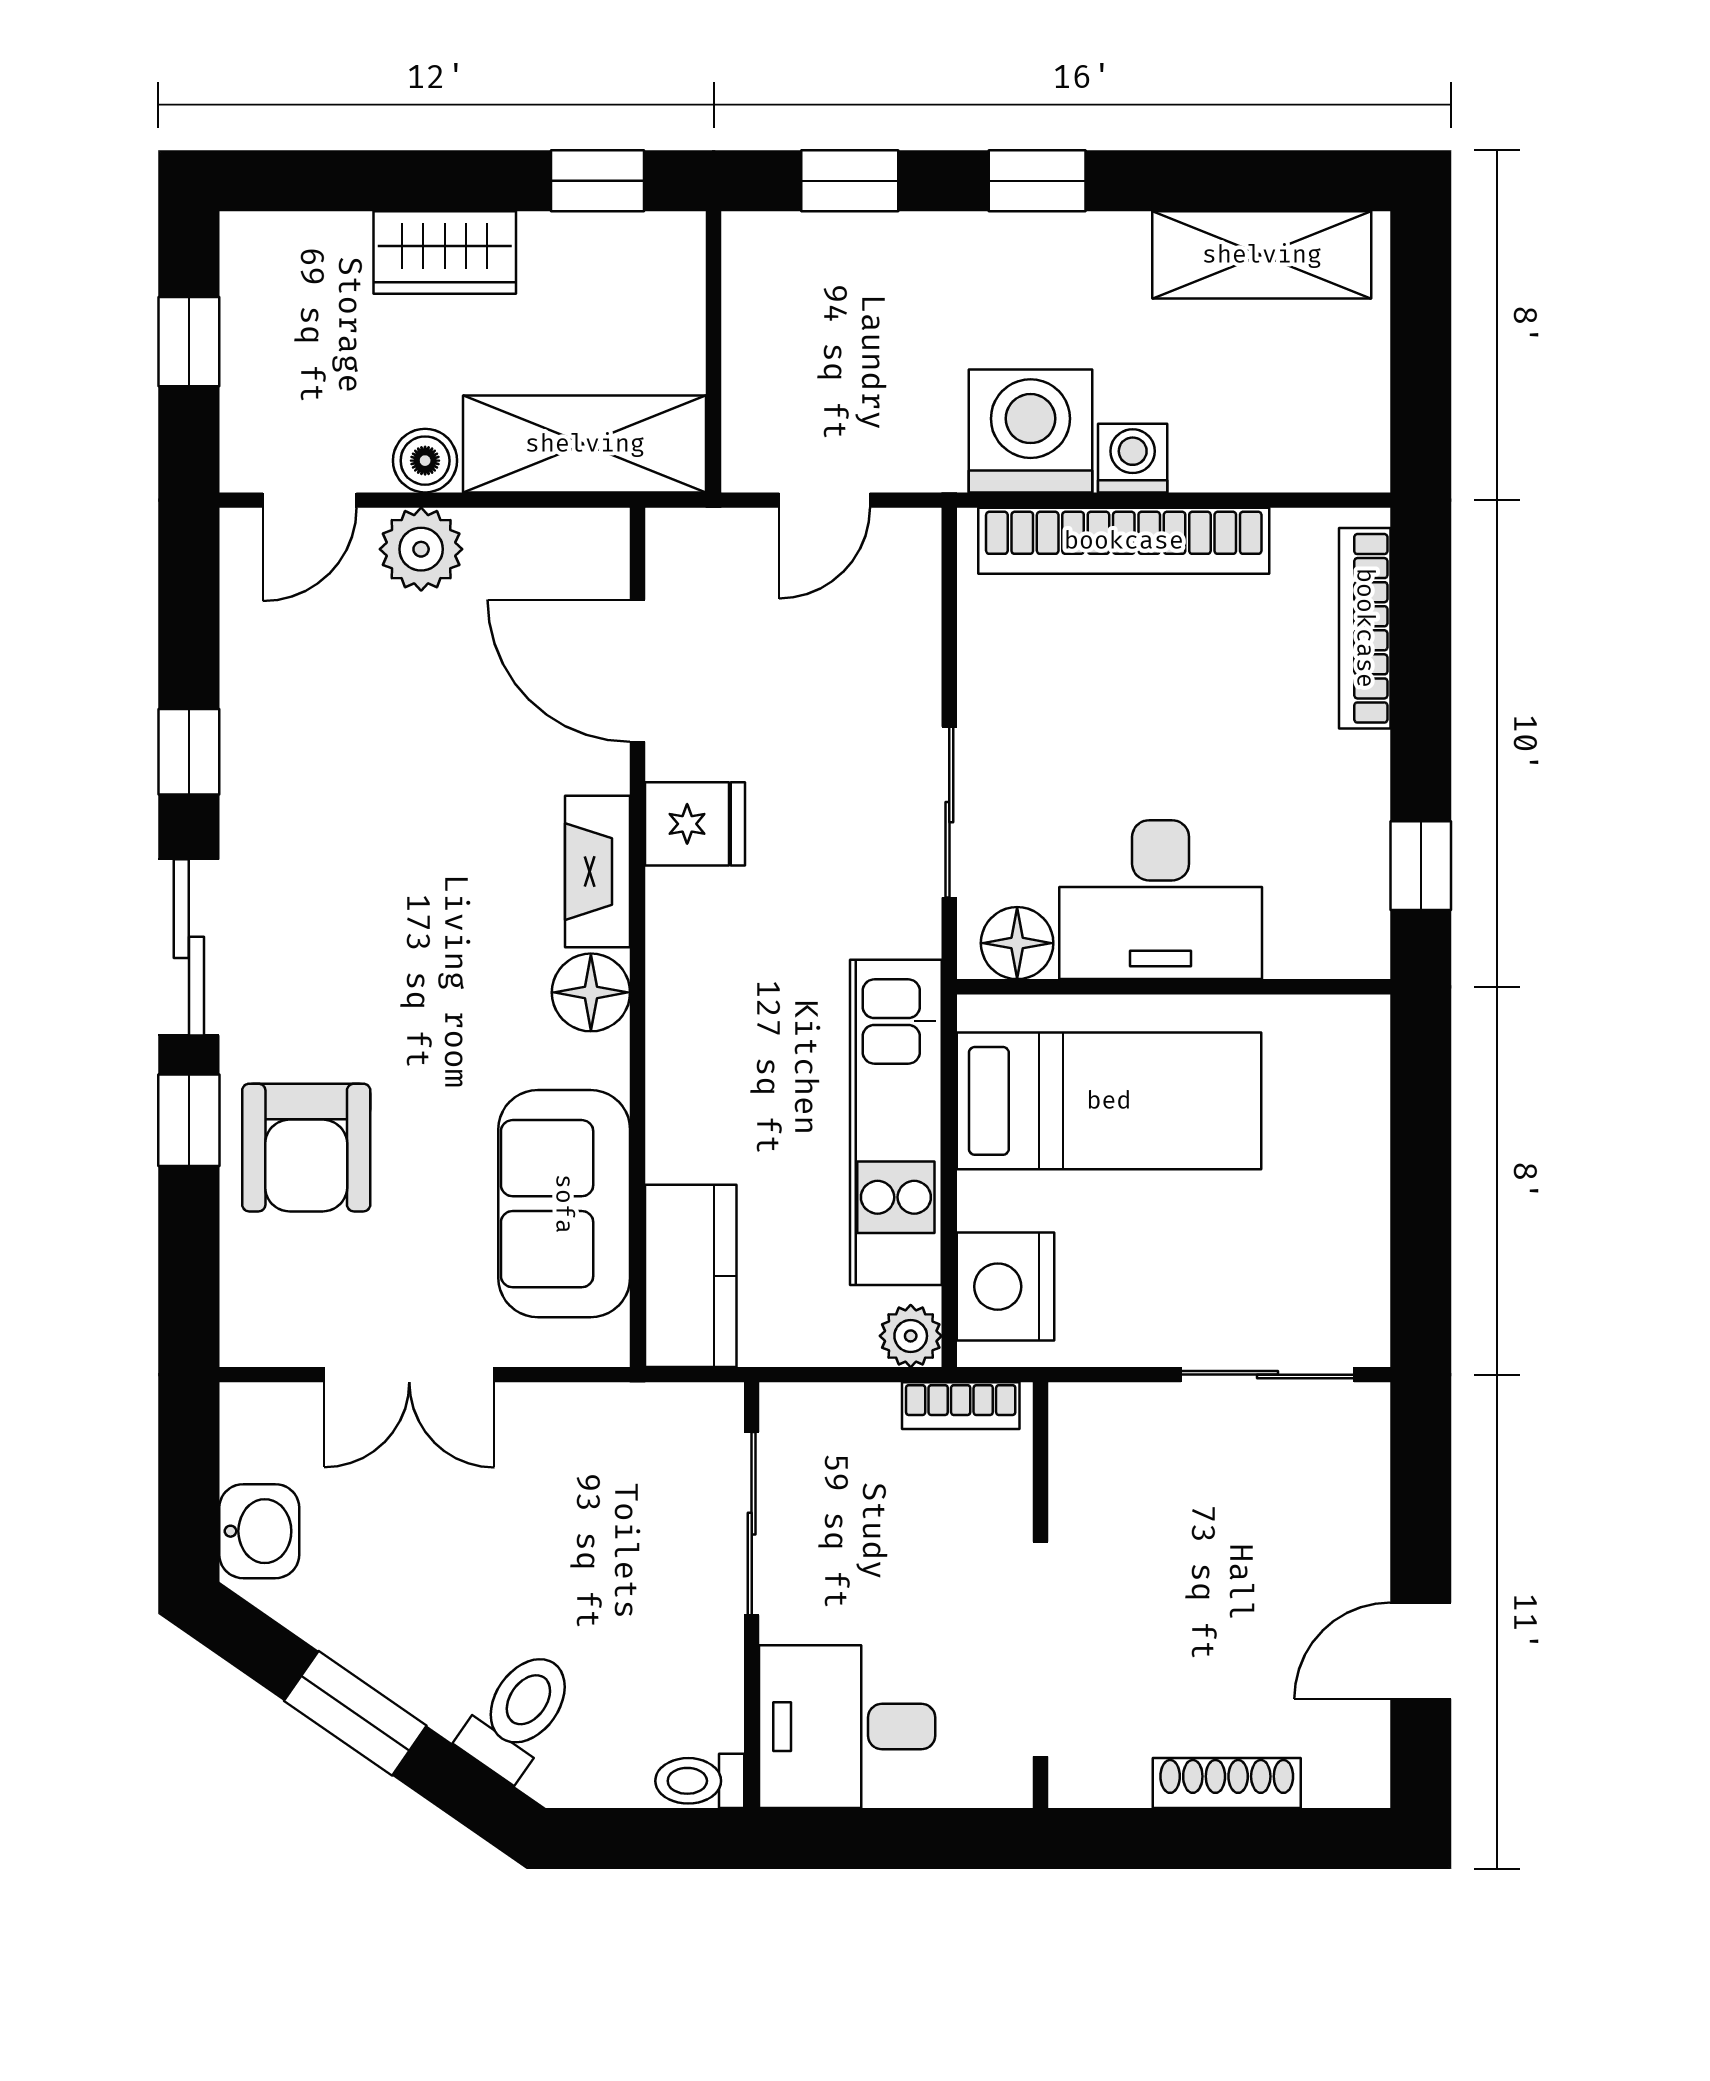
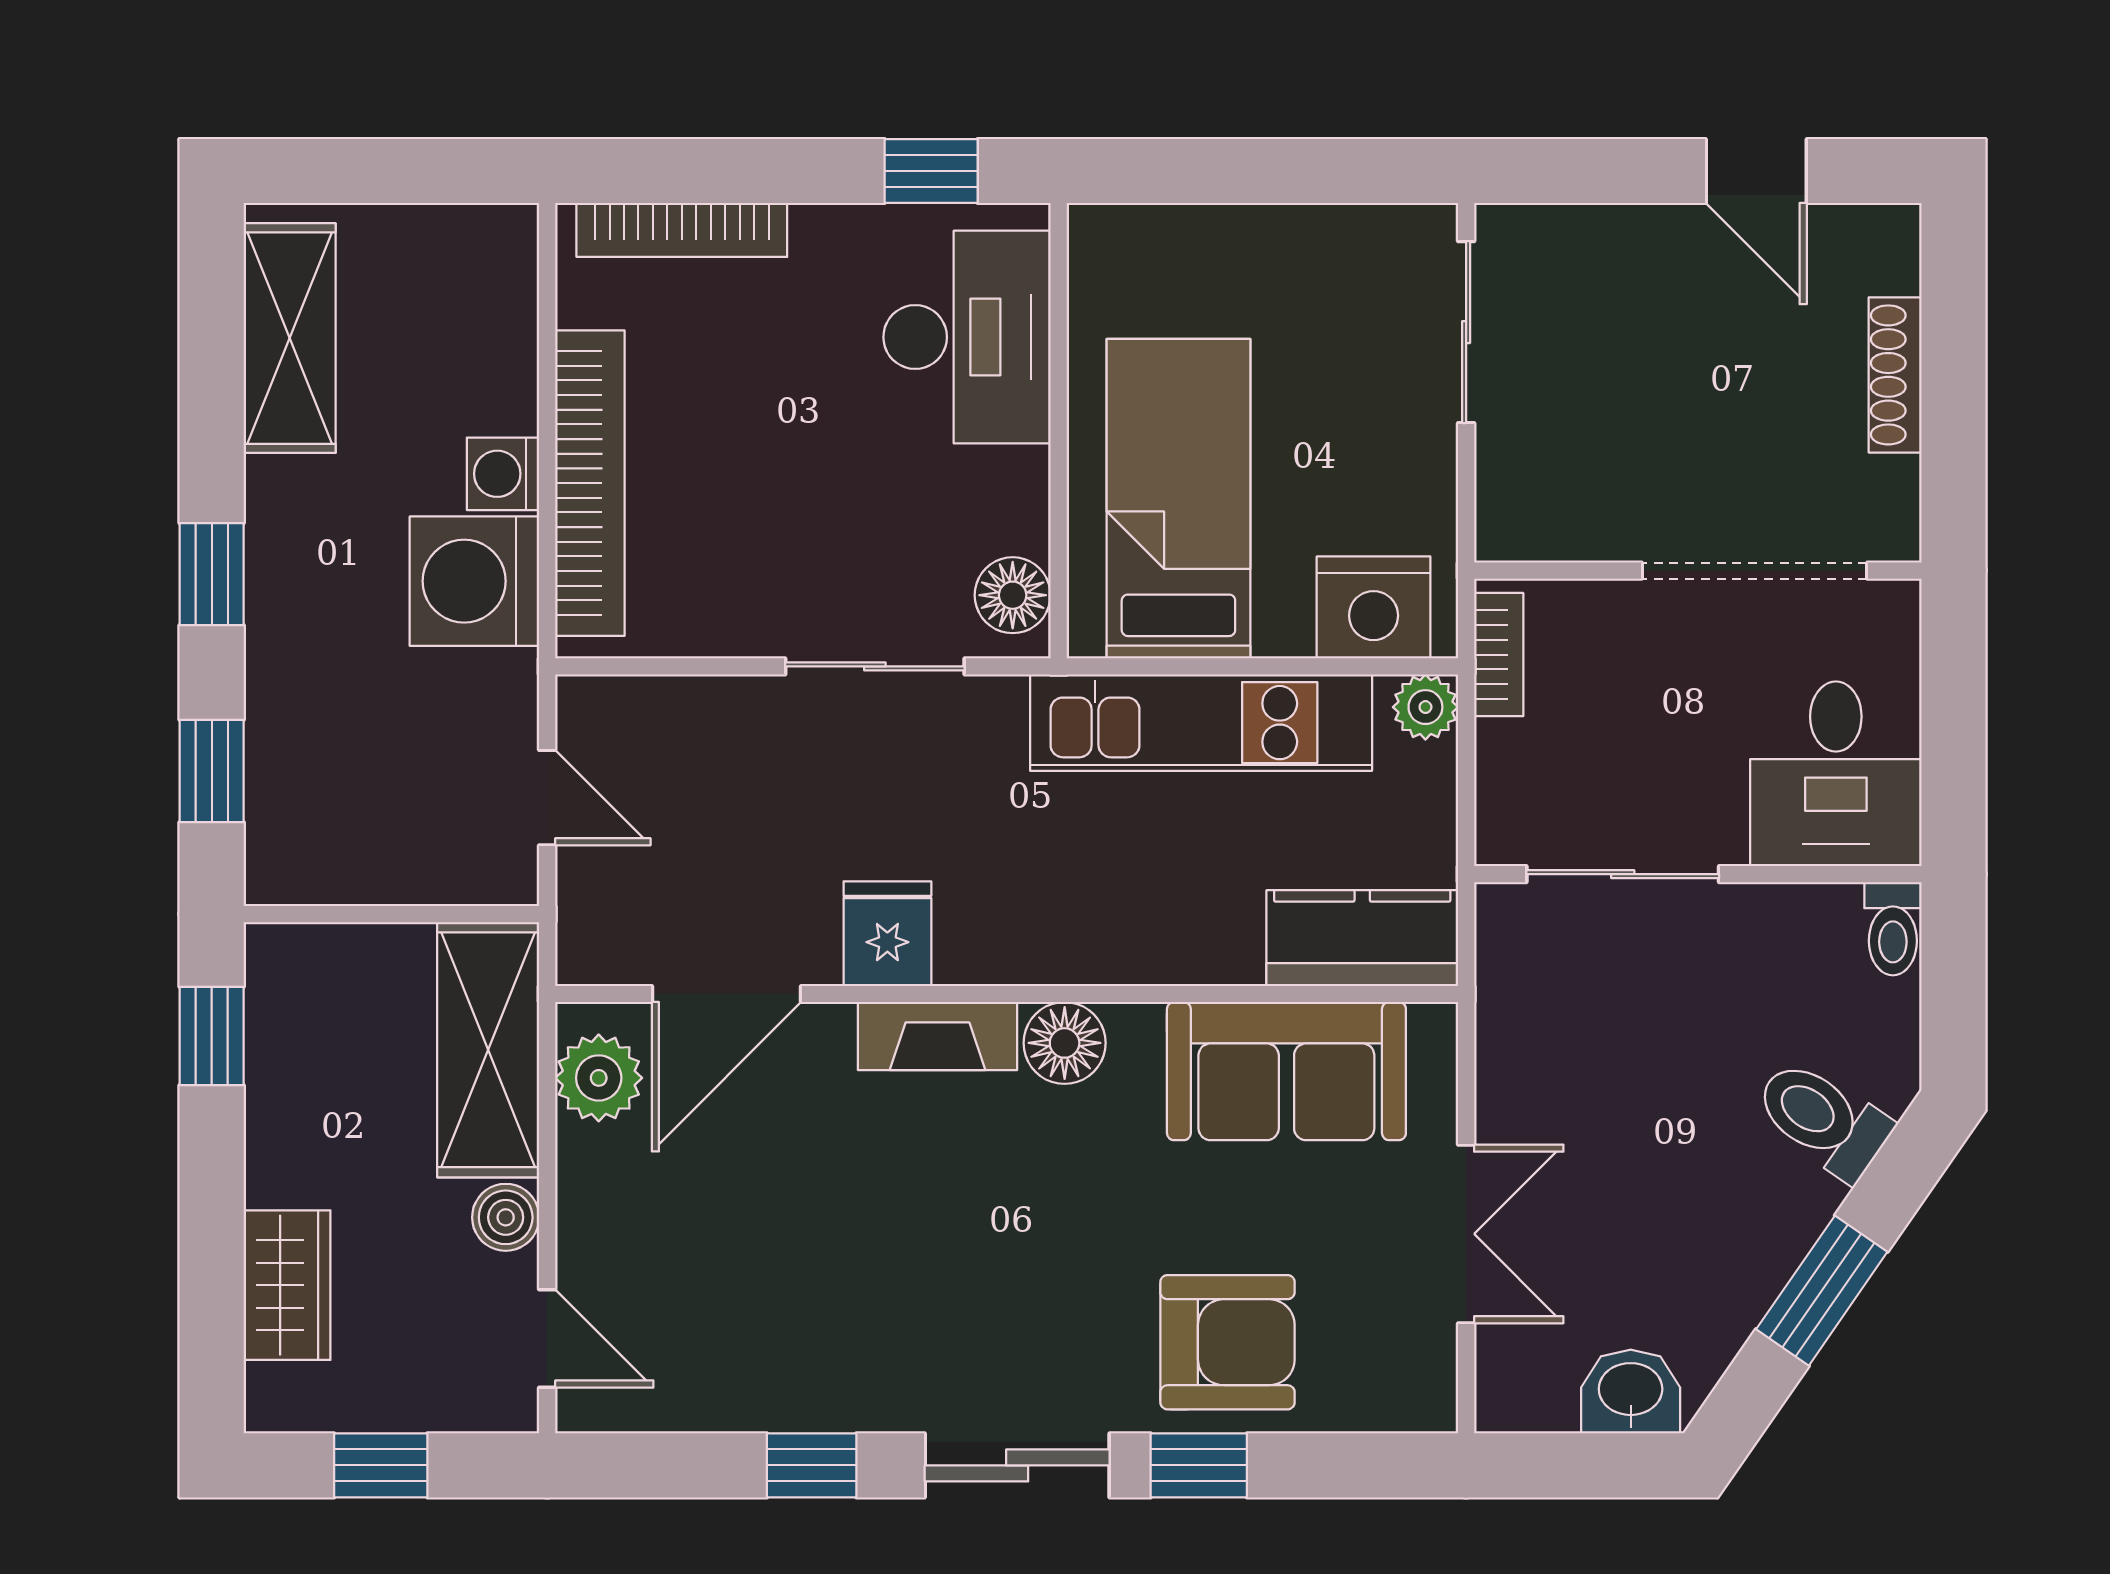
wardrobe: (445, 252) -> (287, 1285), moved
plant: (421, 549) -> (599, 1078), moved
desk: (1161, 900) -> (967, 337), moved

